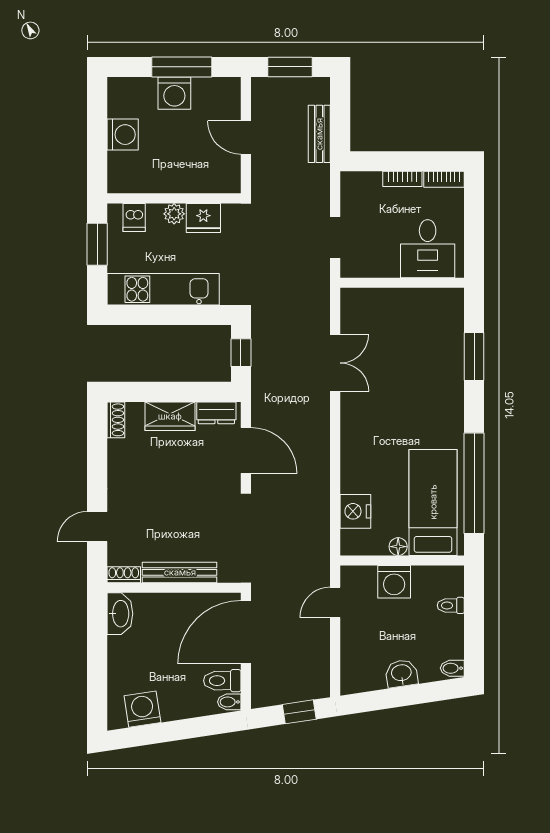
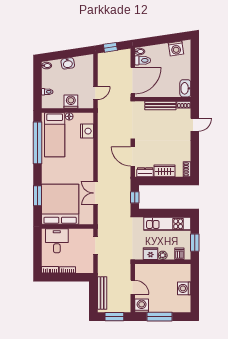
washing machine: (174, 93) -> (142, 306), moved
bench: (319, 134) -> (102, 293), width x1.36
bed: (420, 336) -> (60, 204), added

